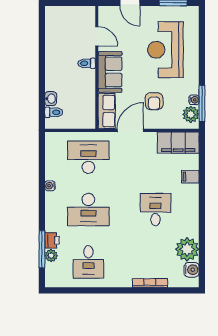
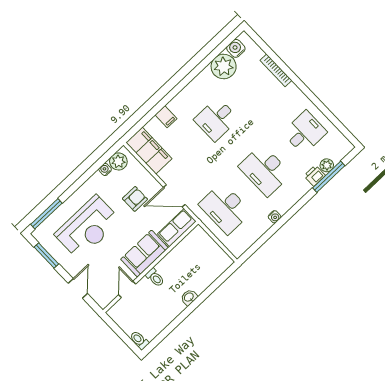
washbasin: (51, 99) -> (189, 297), moved
window: (202, 103) -> (46, 214), moved
toilet: (54, 112) -> (139, 340), moved
desk: (88, 210) -> (265, 170), turned 180

